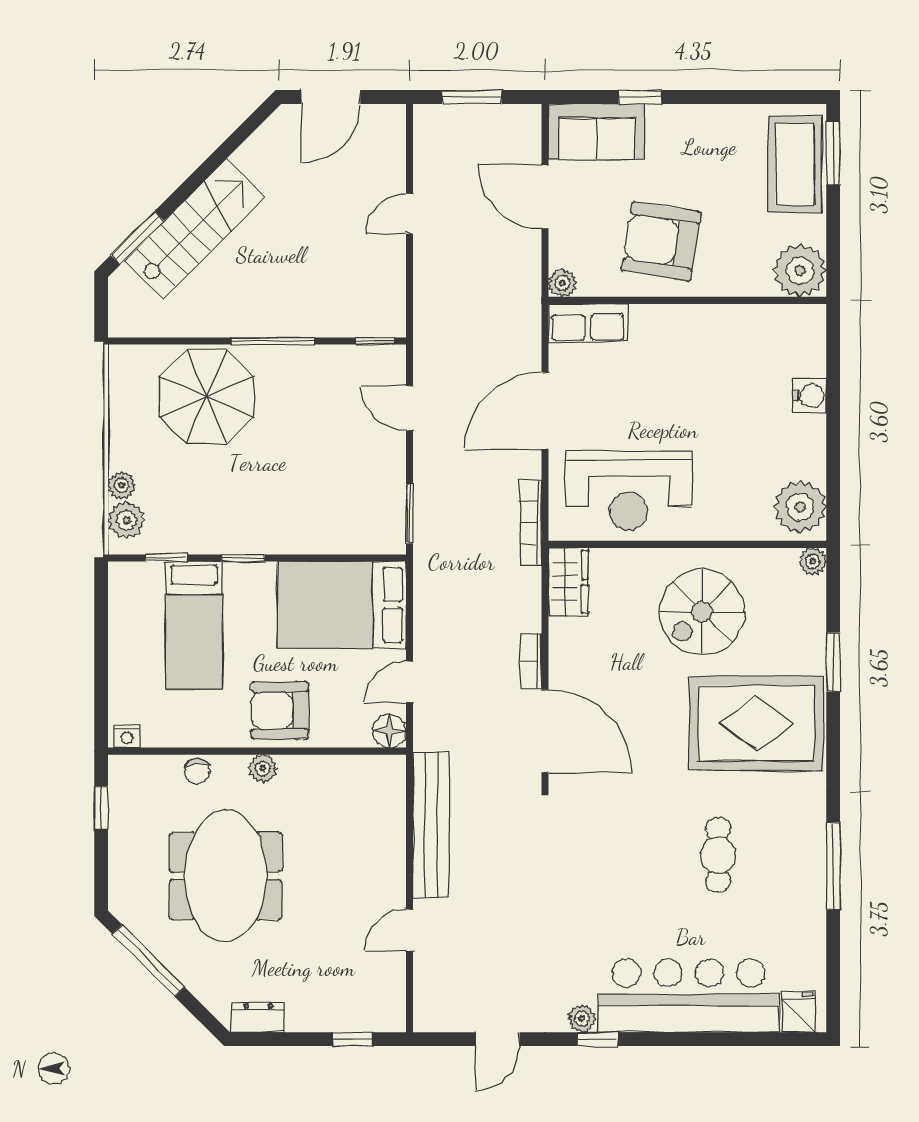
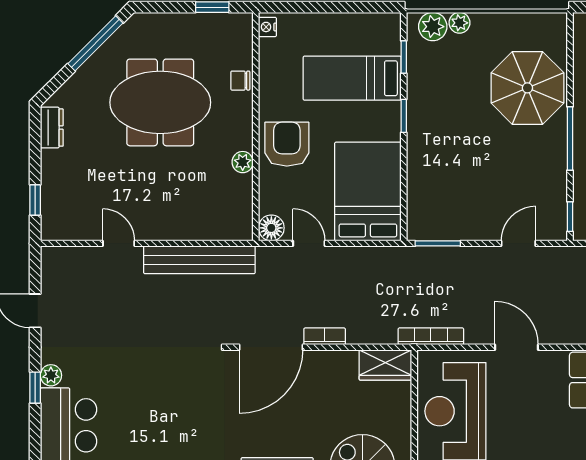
door: (545, 411) -> (517, 347), width x0.73
plant: (263, 768) -> (243, 162), moved

